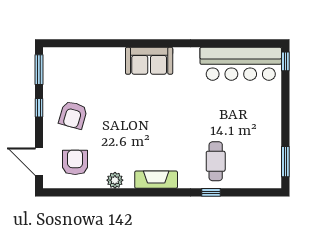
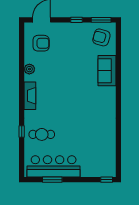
sofa: (149, 61) -> (107, 71), moved
bar counter: (241, 64) -> (54, 166), moved, turned 90
armchair: (73, 115) -> (101, 37), moved
window: (285, 162) -> (52, 180), moved

